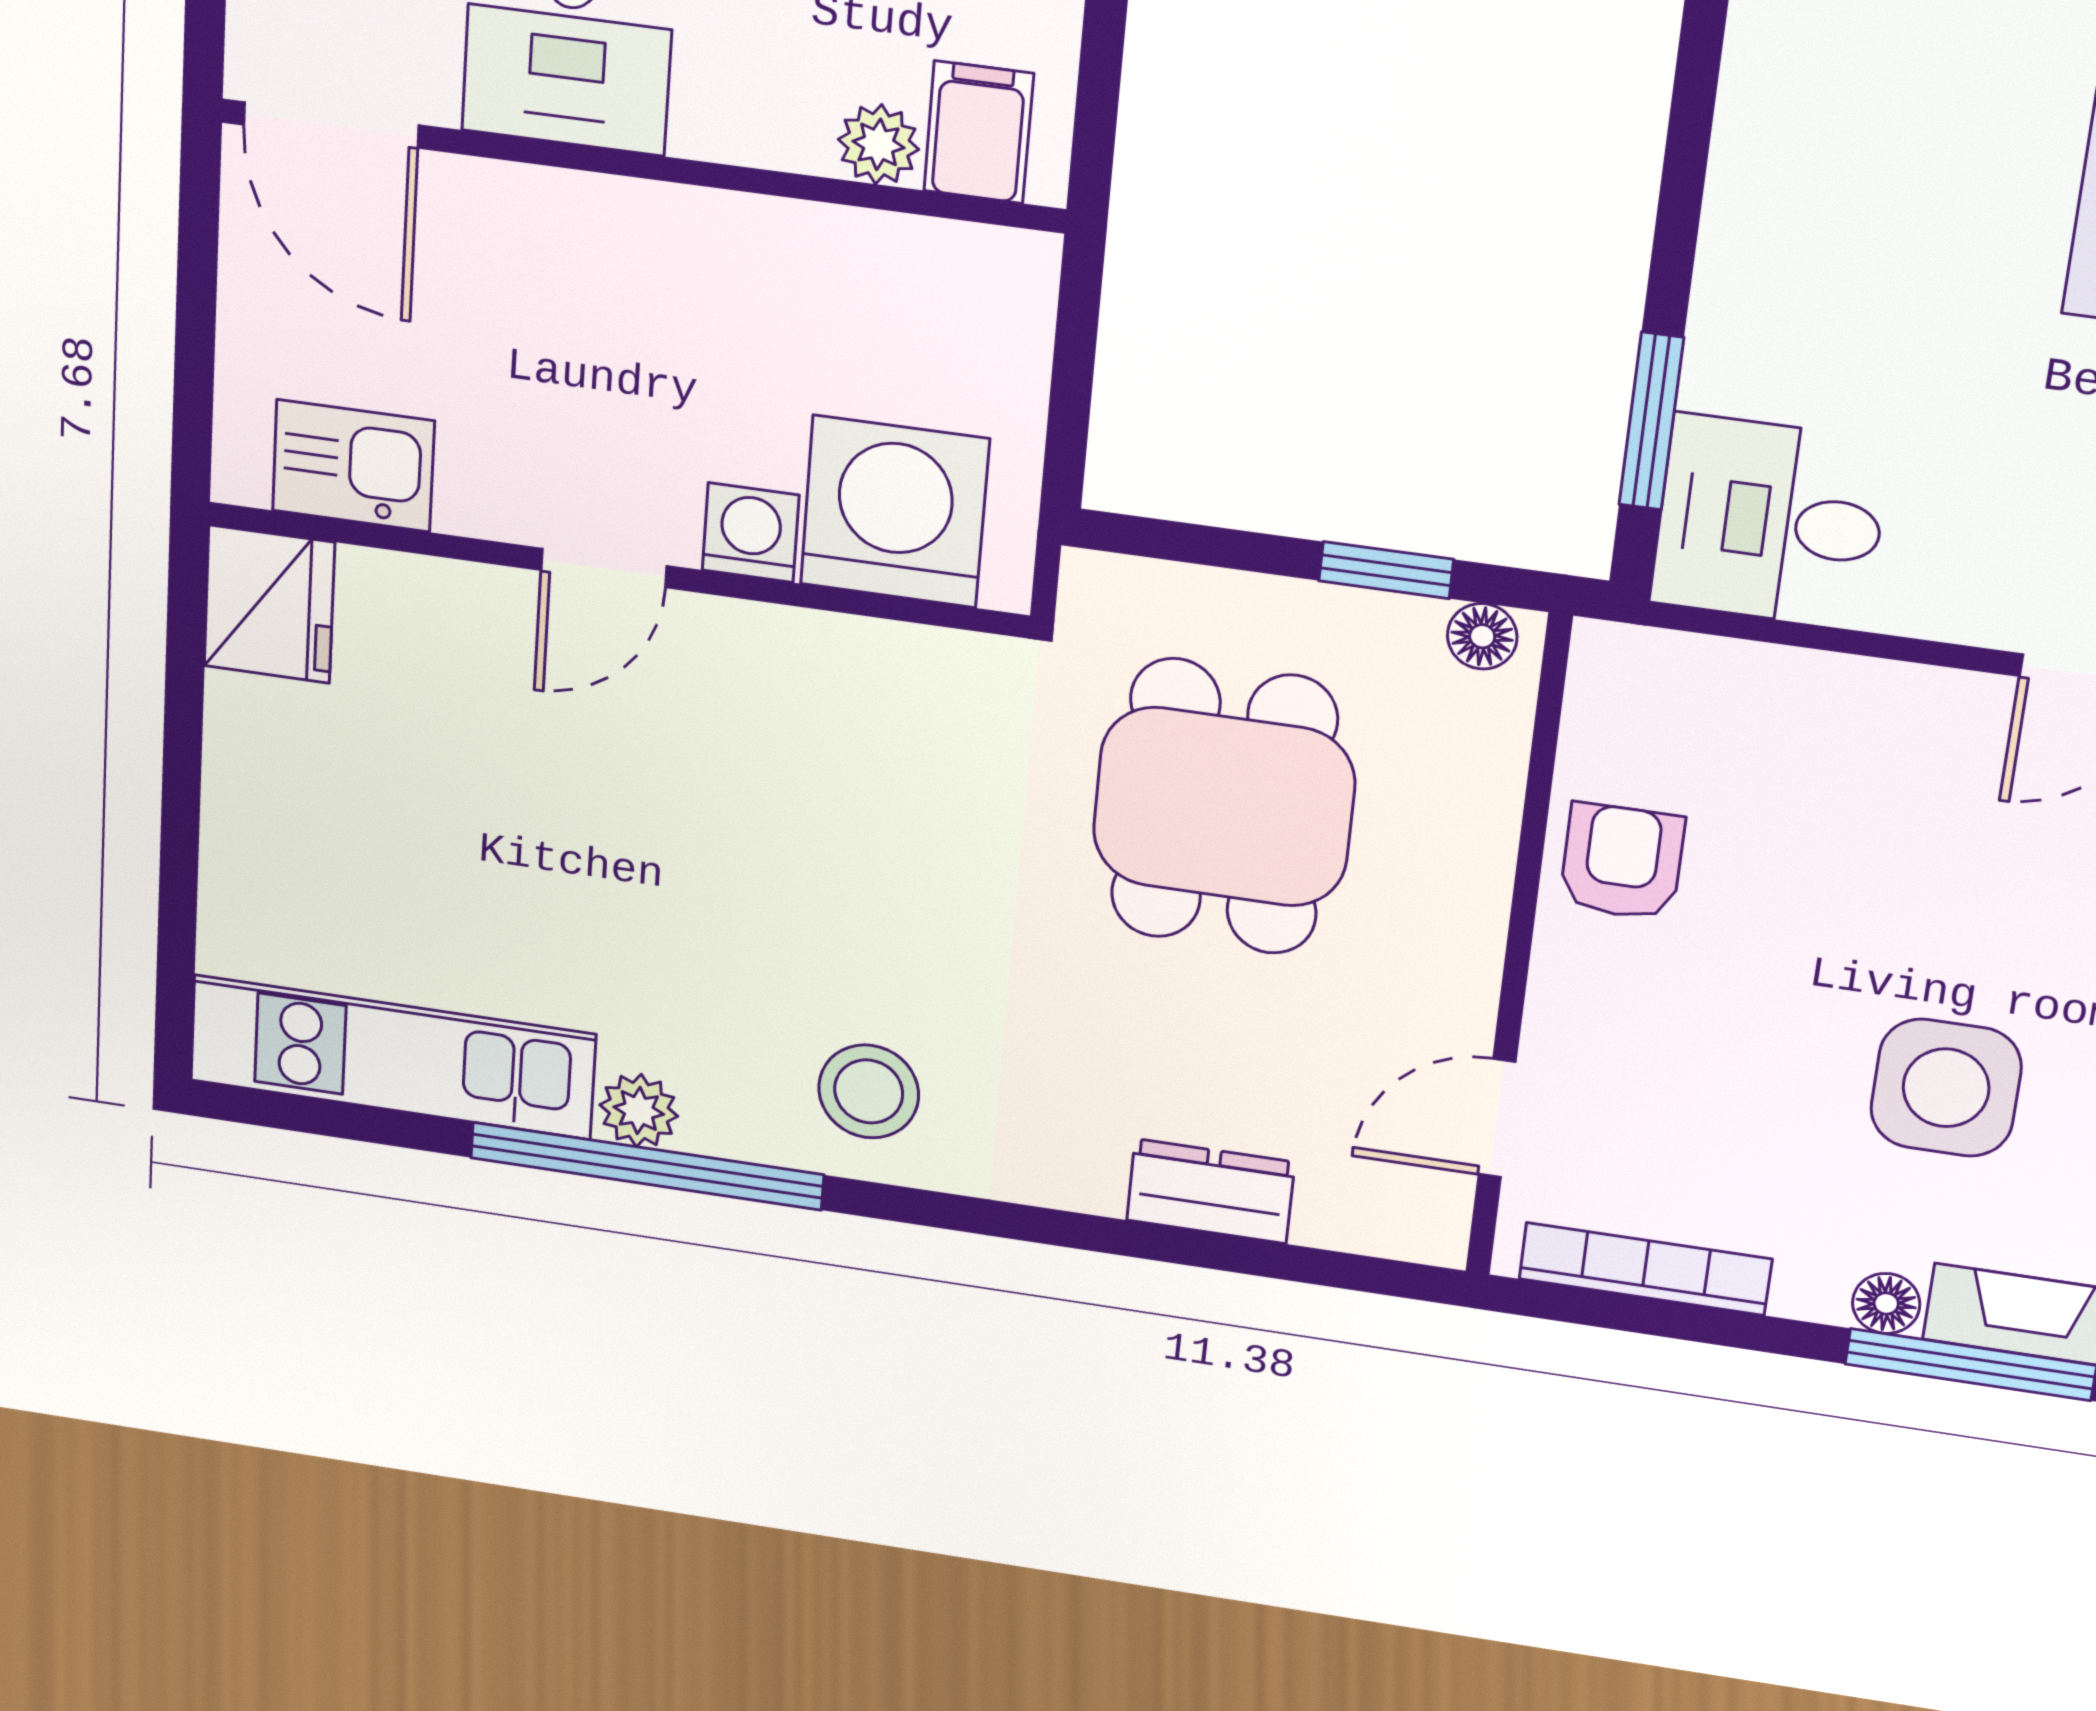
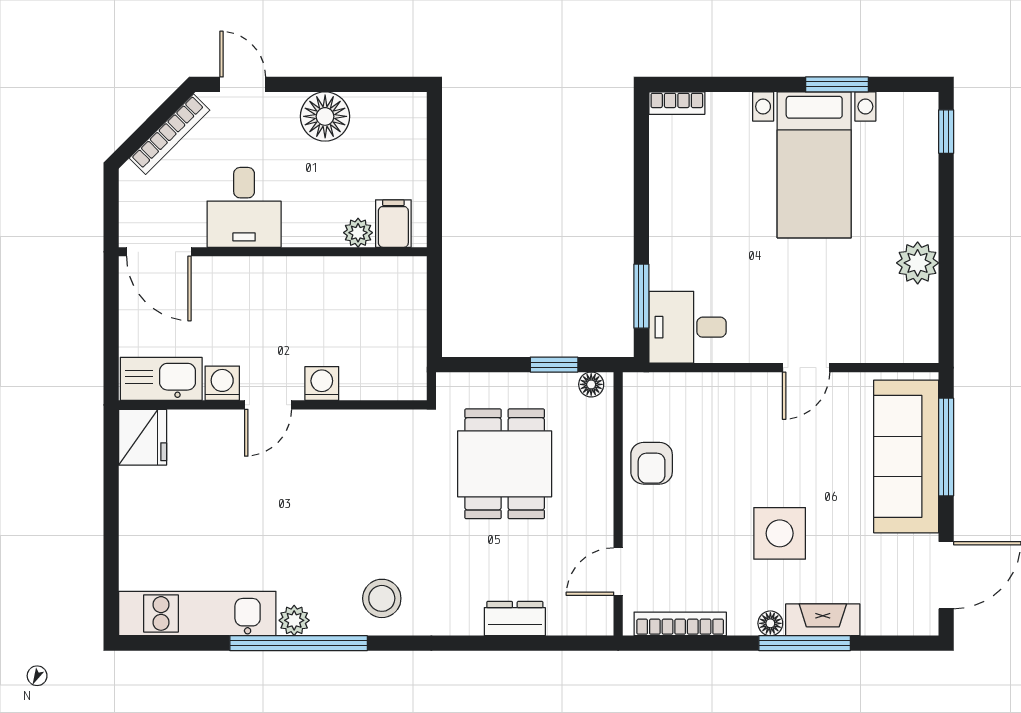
kitchen sink: (353, 466) -> (161, 379), width x1.38
washing machine: (895, 512) -> (222, 383), moved, width x0.53, depth x0.53
armchair: (1622, 862) -> (652, 463), turned 180

